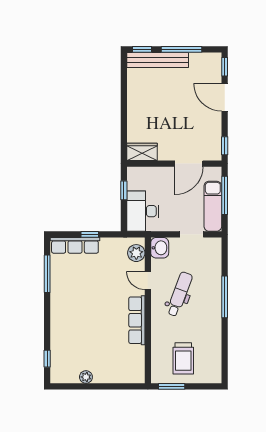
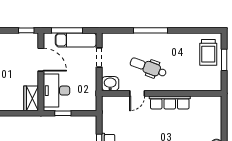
desk: (143, 211) -> (56, 91), moved, turned 90
plant: (136, 253) -> (114, 103), removed
trolley: (183, 358) -> (208, 52), moved, turned 90
window: (172, 386) -> (224, 60), moved

